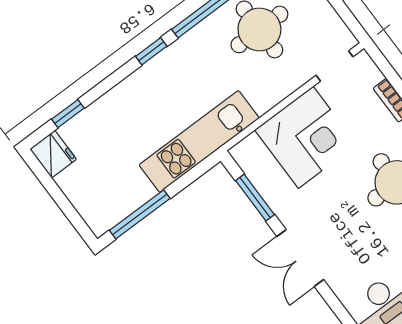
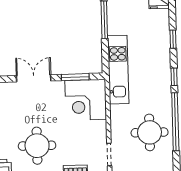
window: (68, 114) -> (173, 39), moved
corner desk: (306, 137) -> (86, 100), moved

